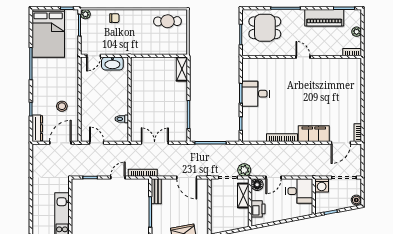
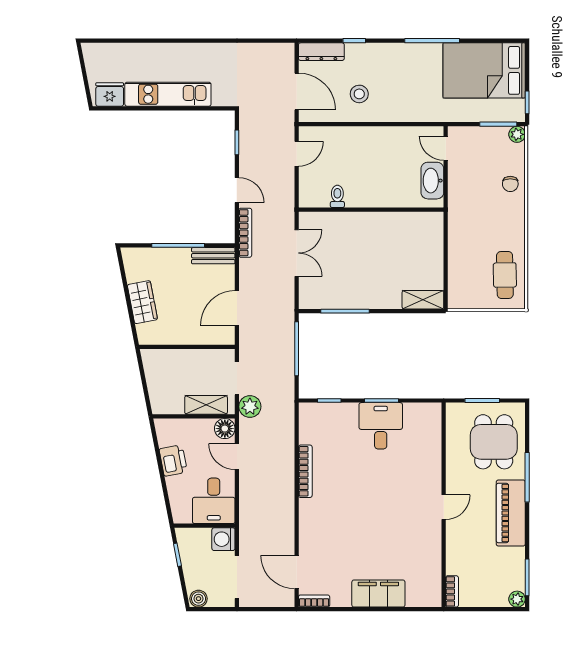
piano: (324, 18) -> (511, 513), moved
plant: (357, 32) -> (517, 599), moved
filing cabinet: (314, 134) -> (378, 594), moved, turned -90
printer: (258, 209) -> (173, 460), moved, turned -101

